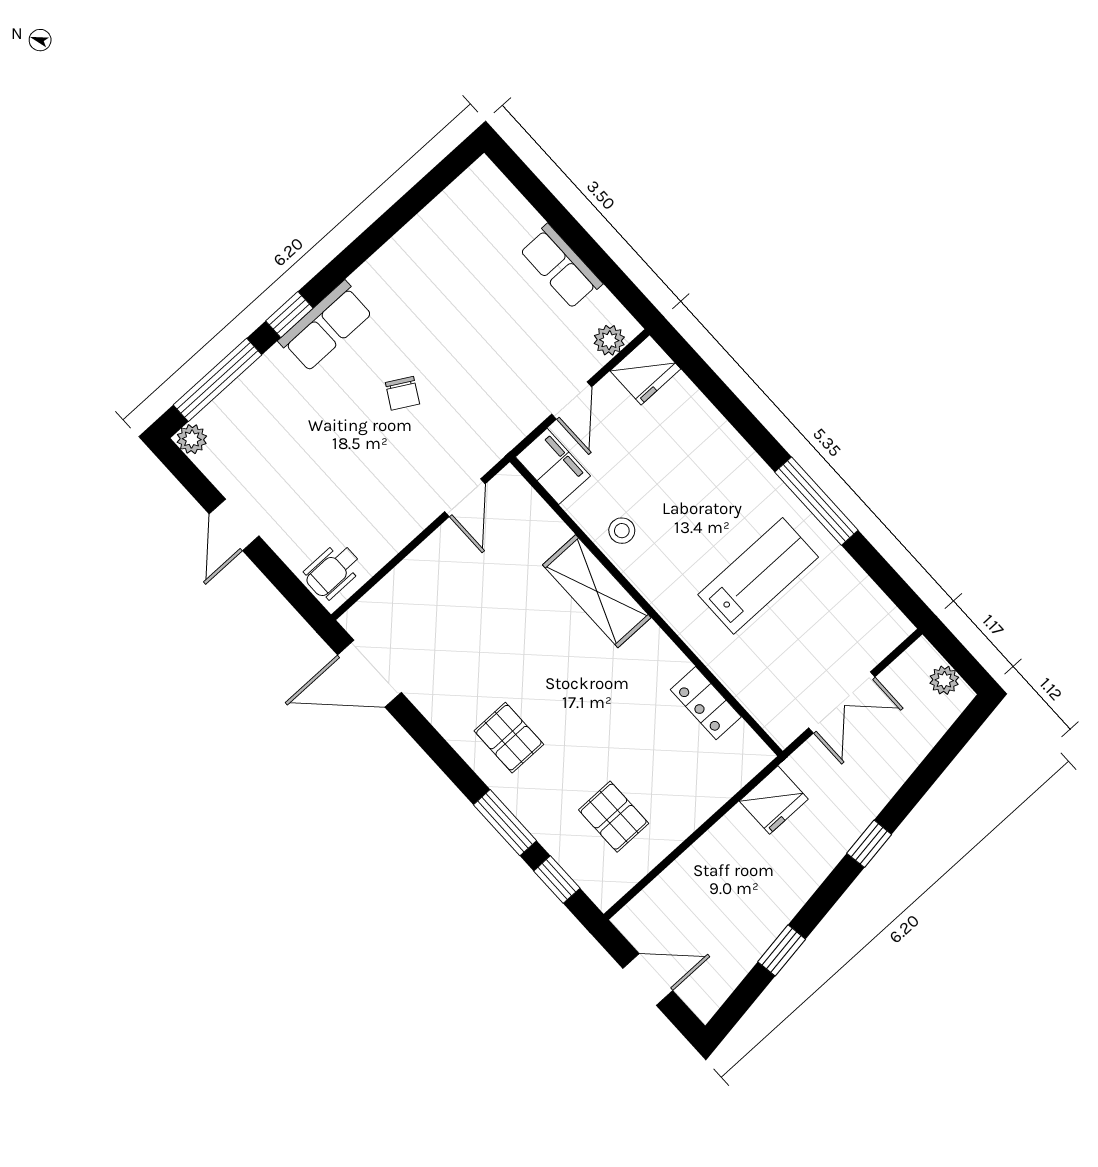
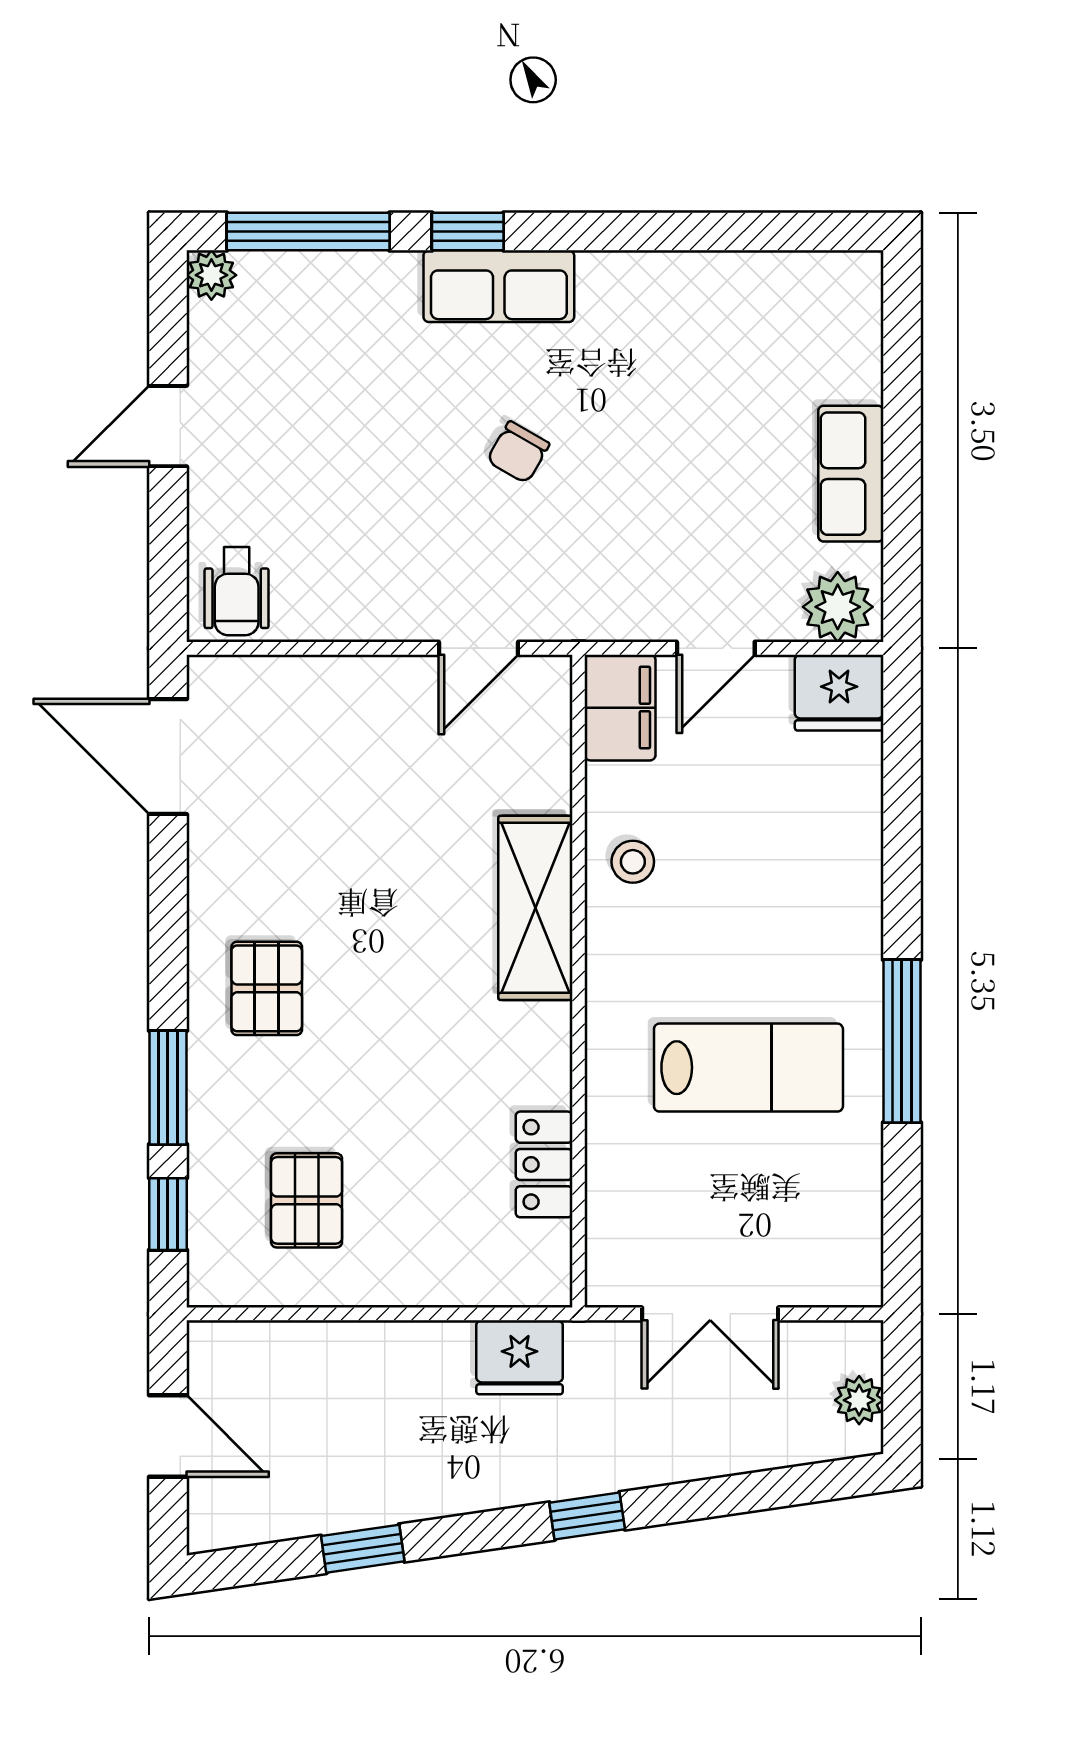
plant: (609, 340) -> (838, 607), width x1.38, depth x1.38
wheelchair: (333, 571) -> (237, 591), turned -90

